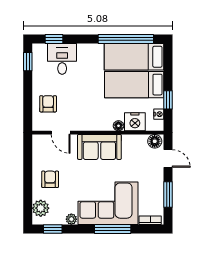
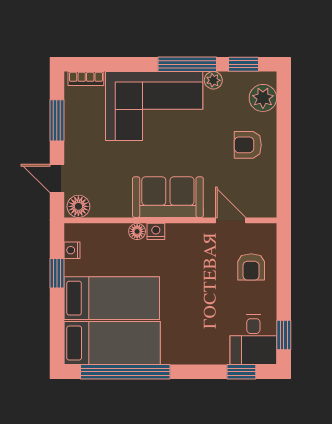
desk: (62, 59) -> (253, 340), moved
nightstand: (135, 122) -> (156, 231), moved, width x0.53, depth x0.56
armchair: (50, 179) -> (248, 145), turned 90
window: (113, 229) -> (187, 64), moved

